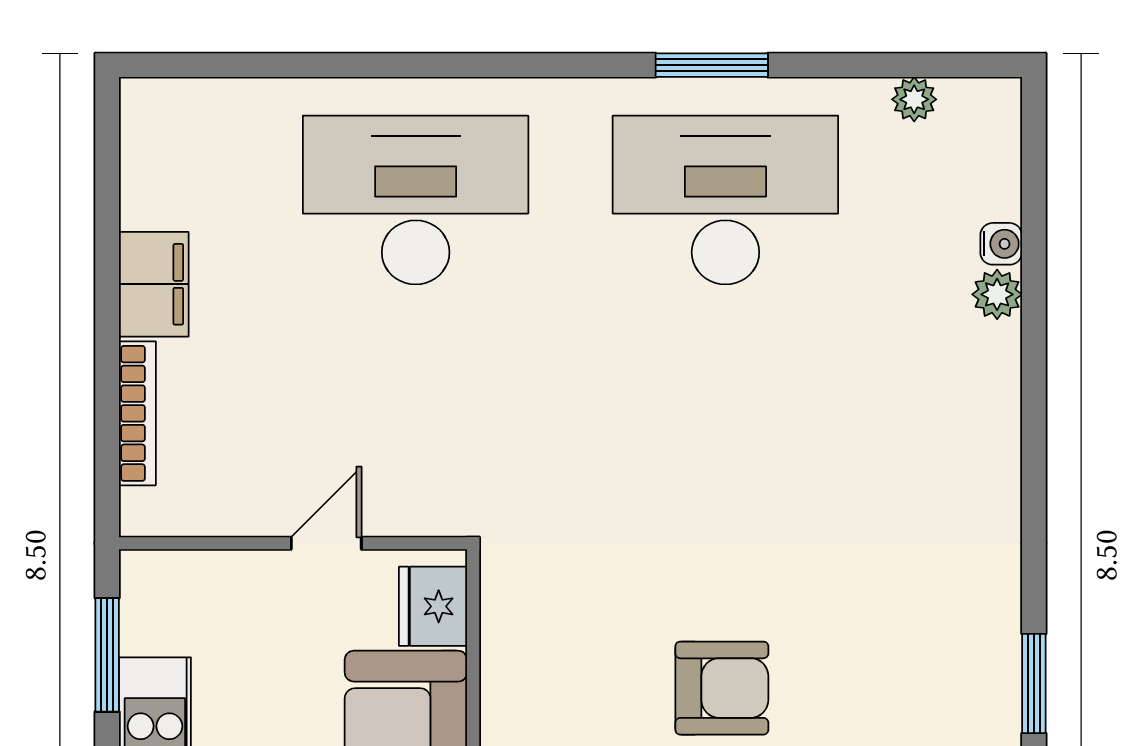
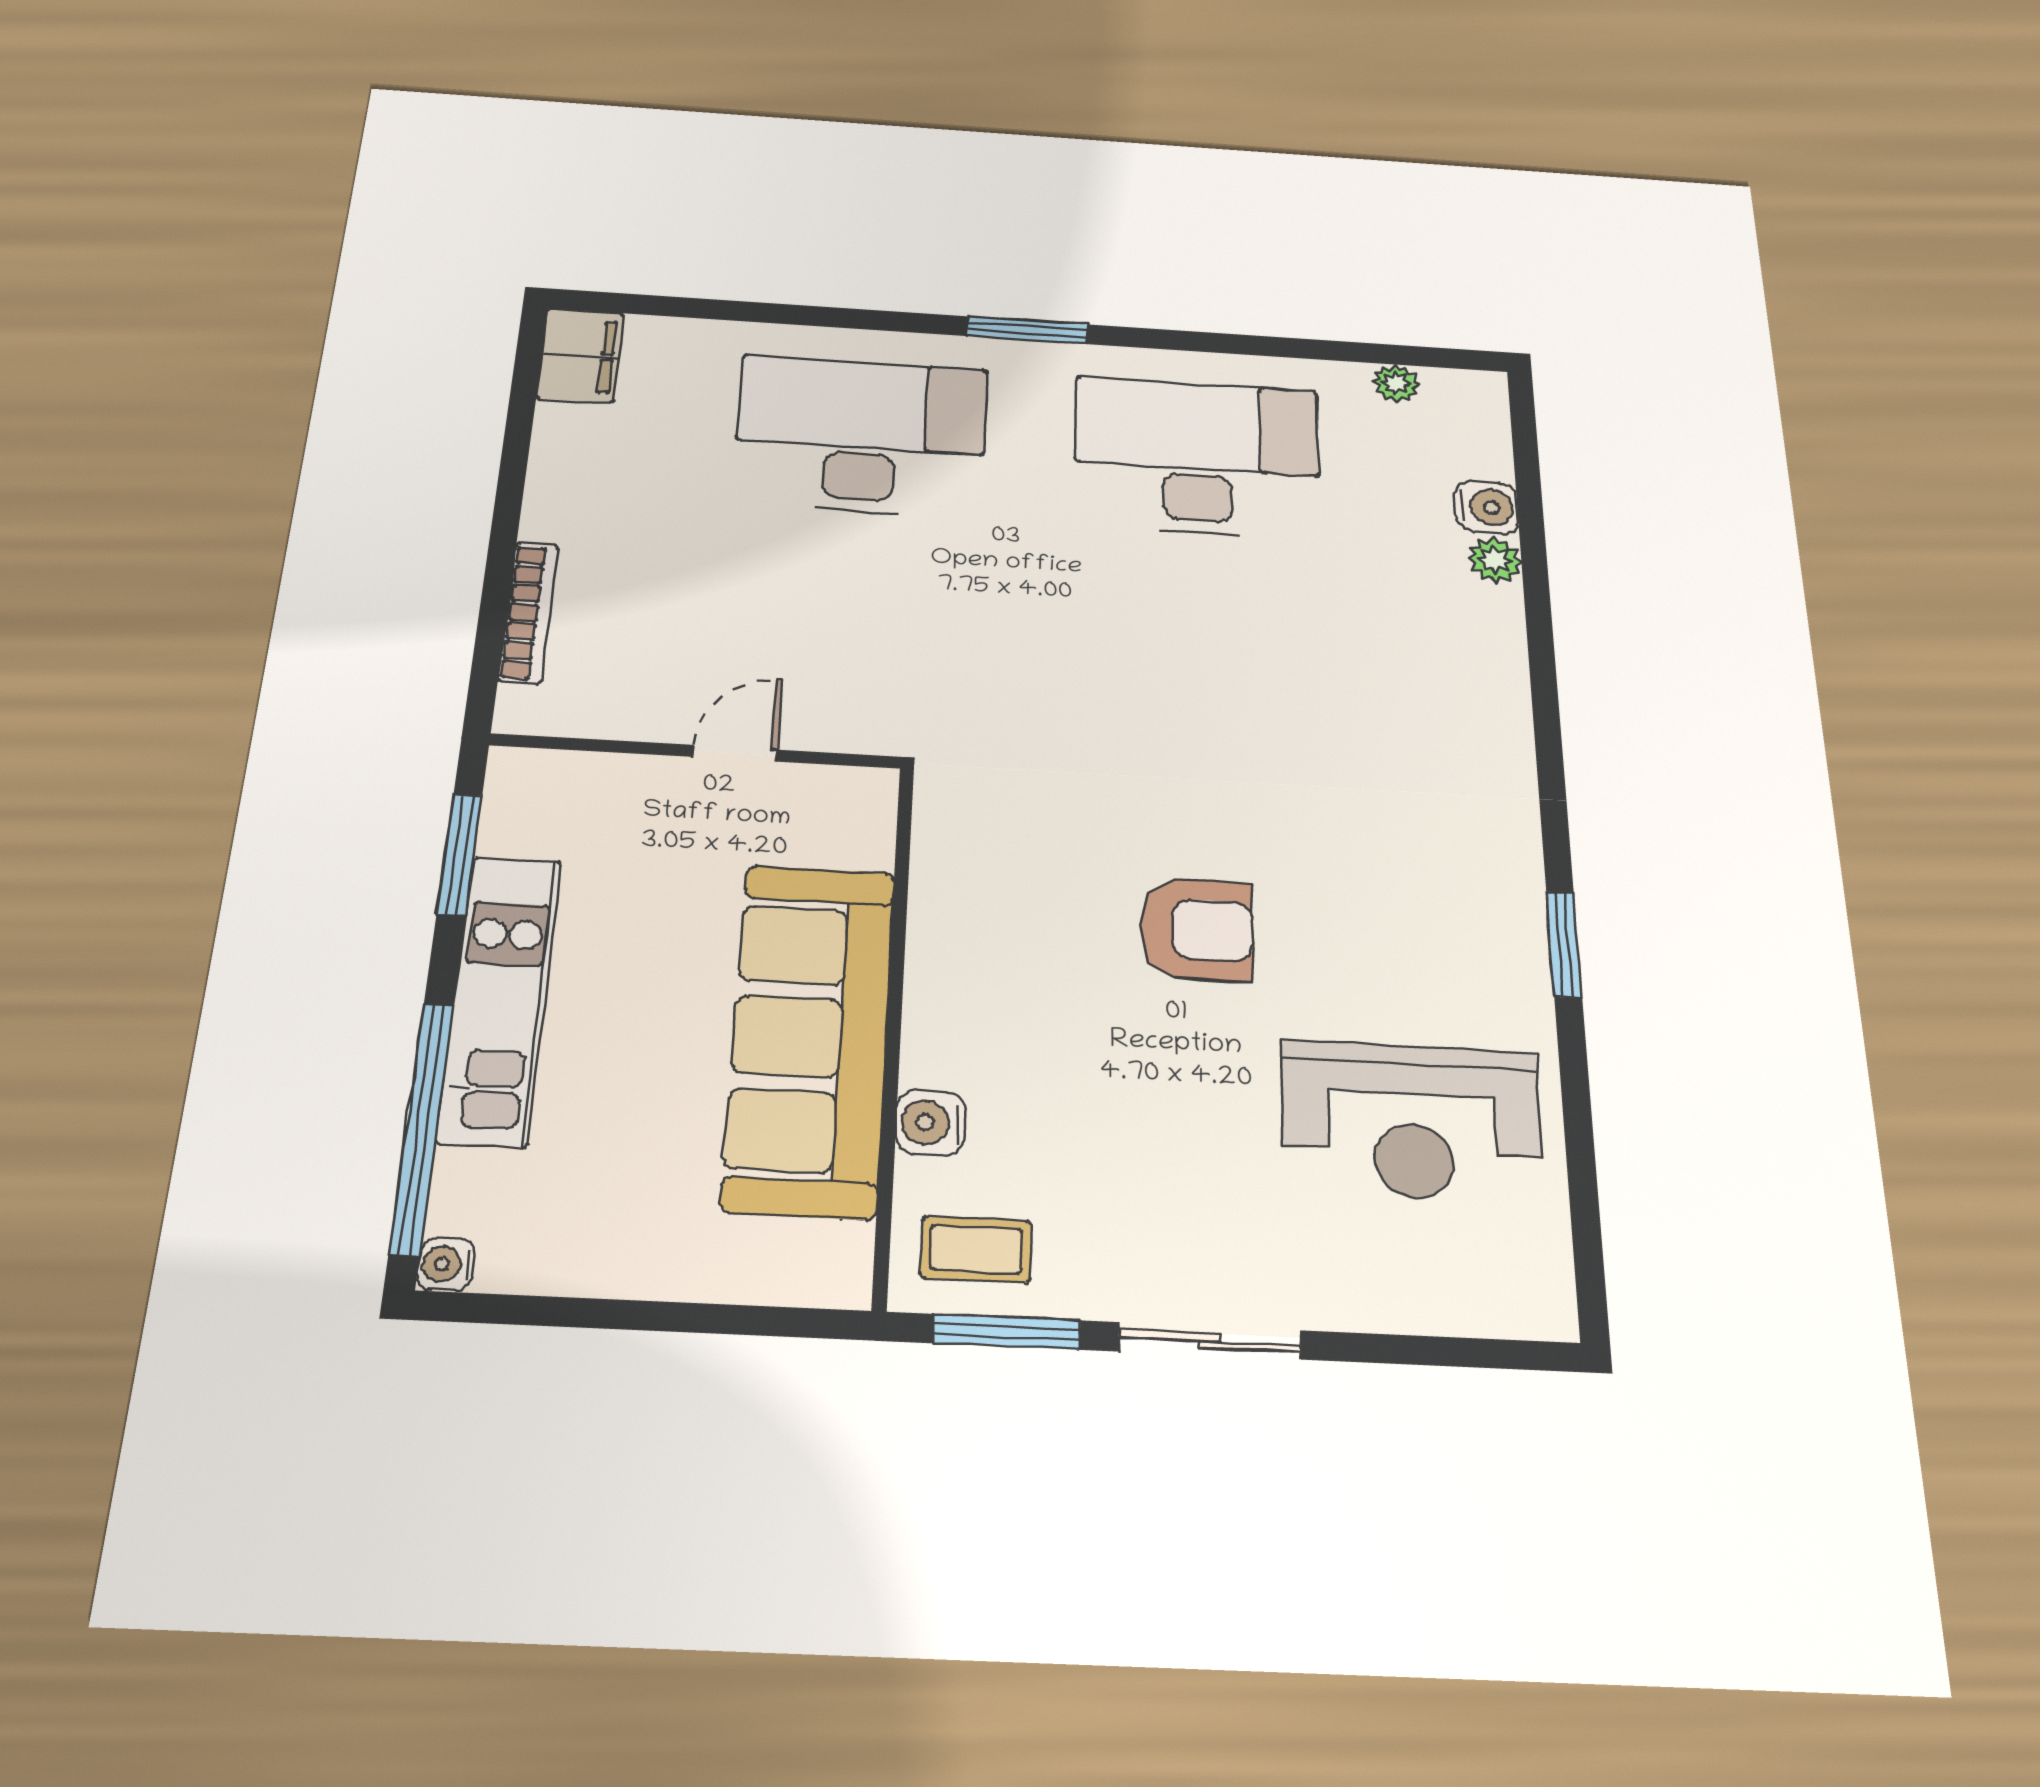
window: (712, 65) -> (1027, 330), moved
water cooler: (1001, 244) -> (1487, 507), width x1.38, depth x1.38
filing cabinet: (154, 284) -> (580, 355), moved
fridge: (433, 606) -> (856, 825), removed

